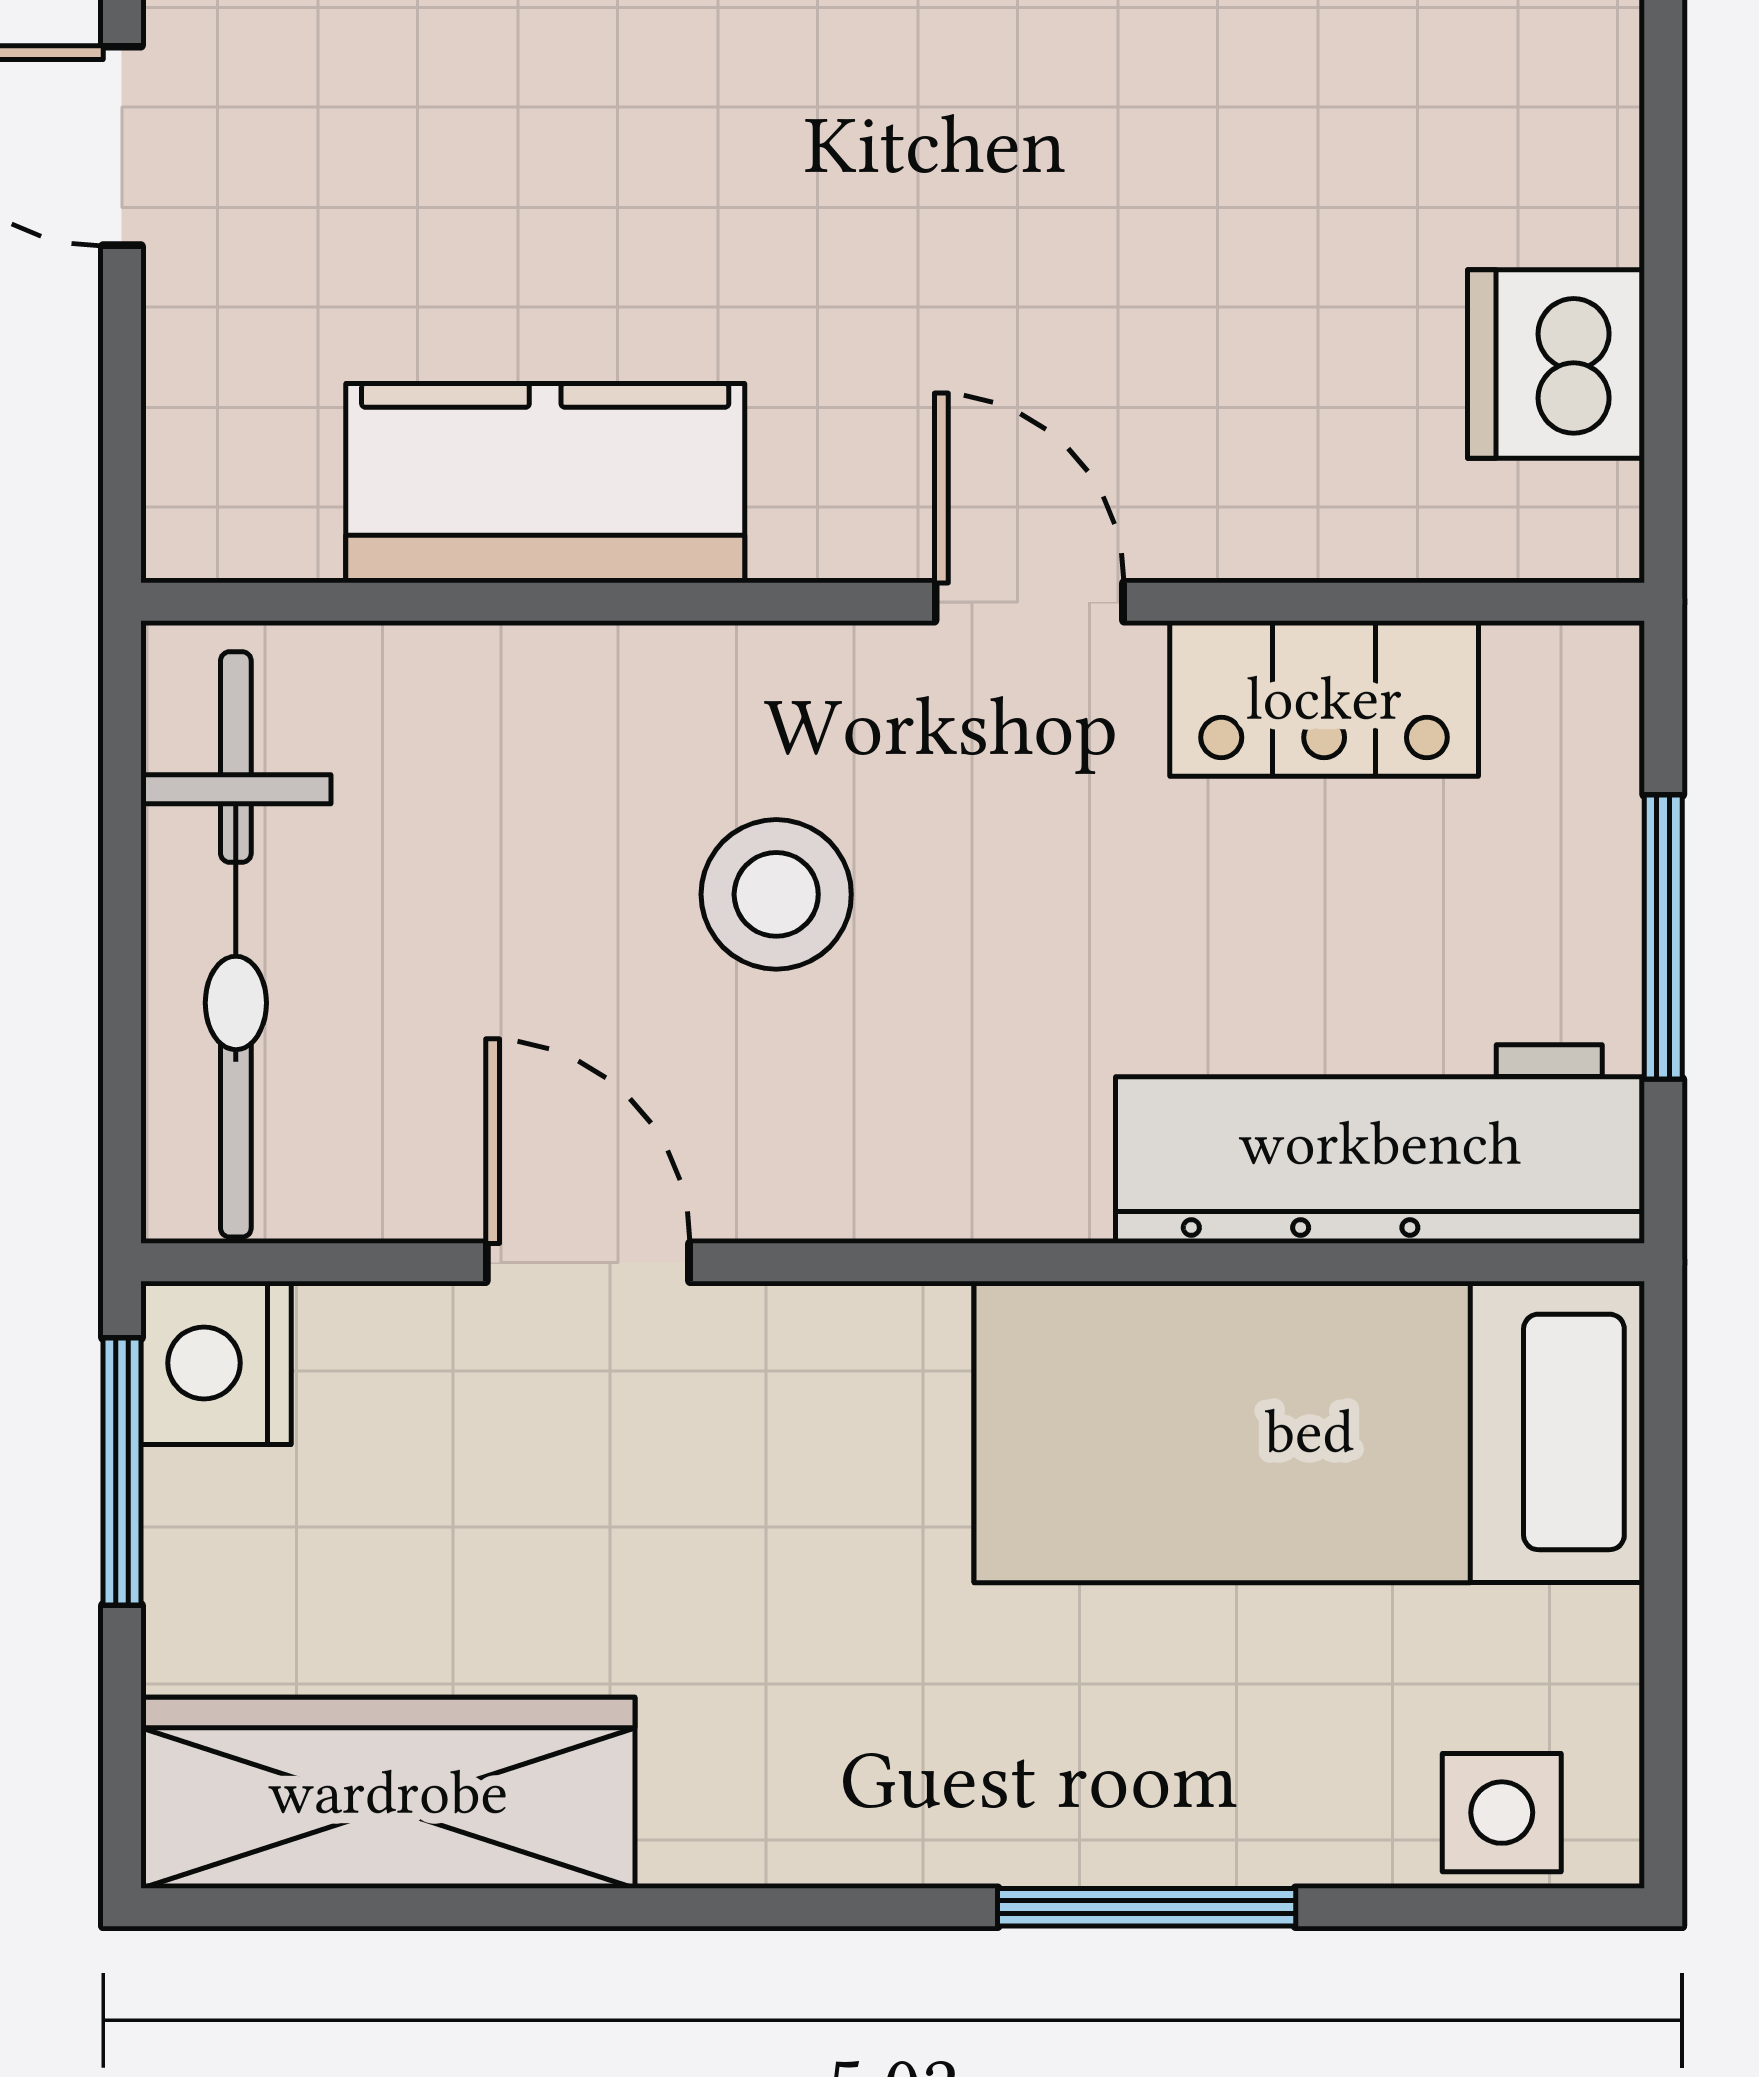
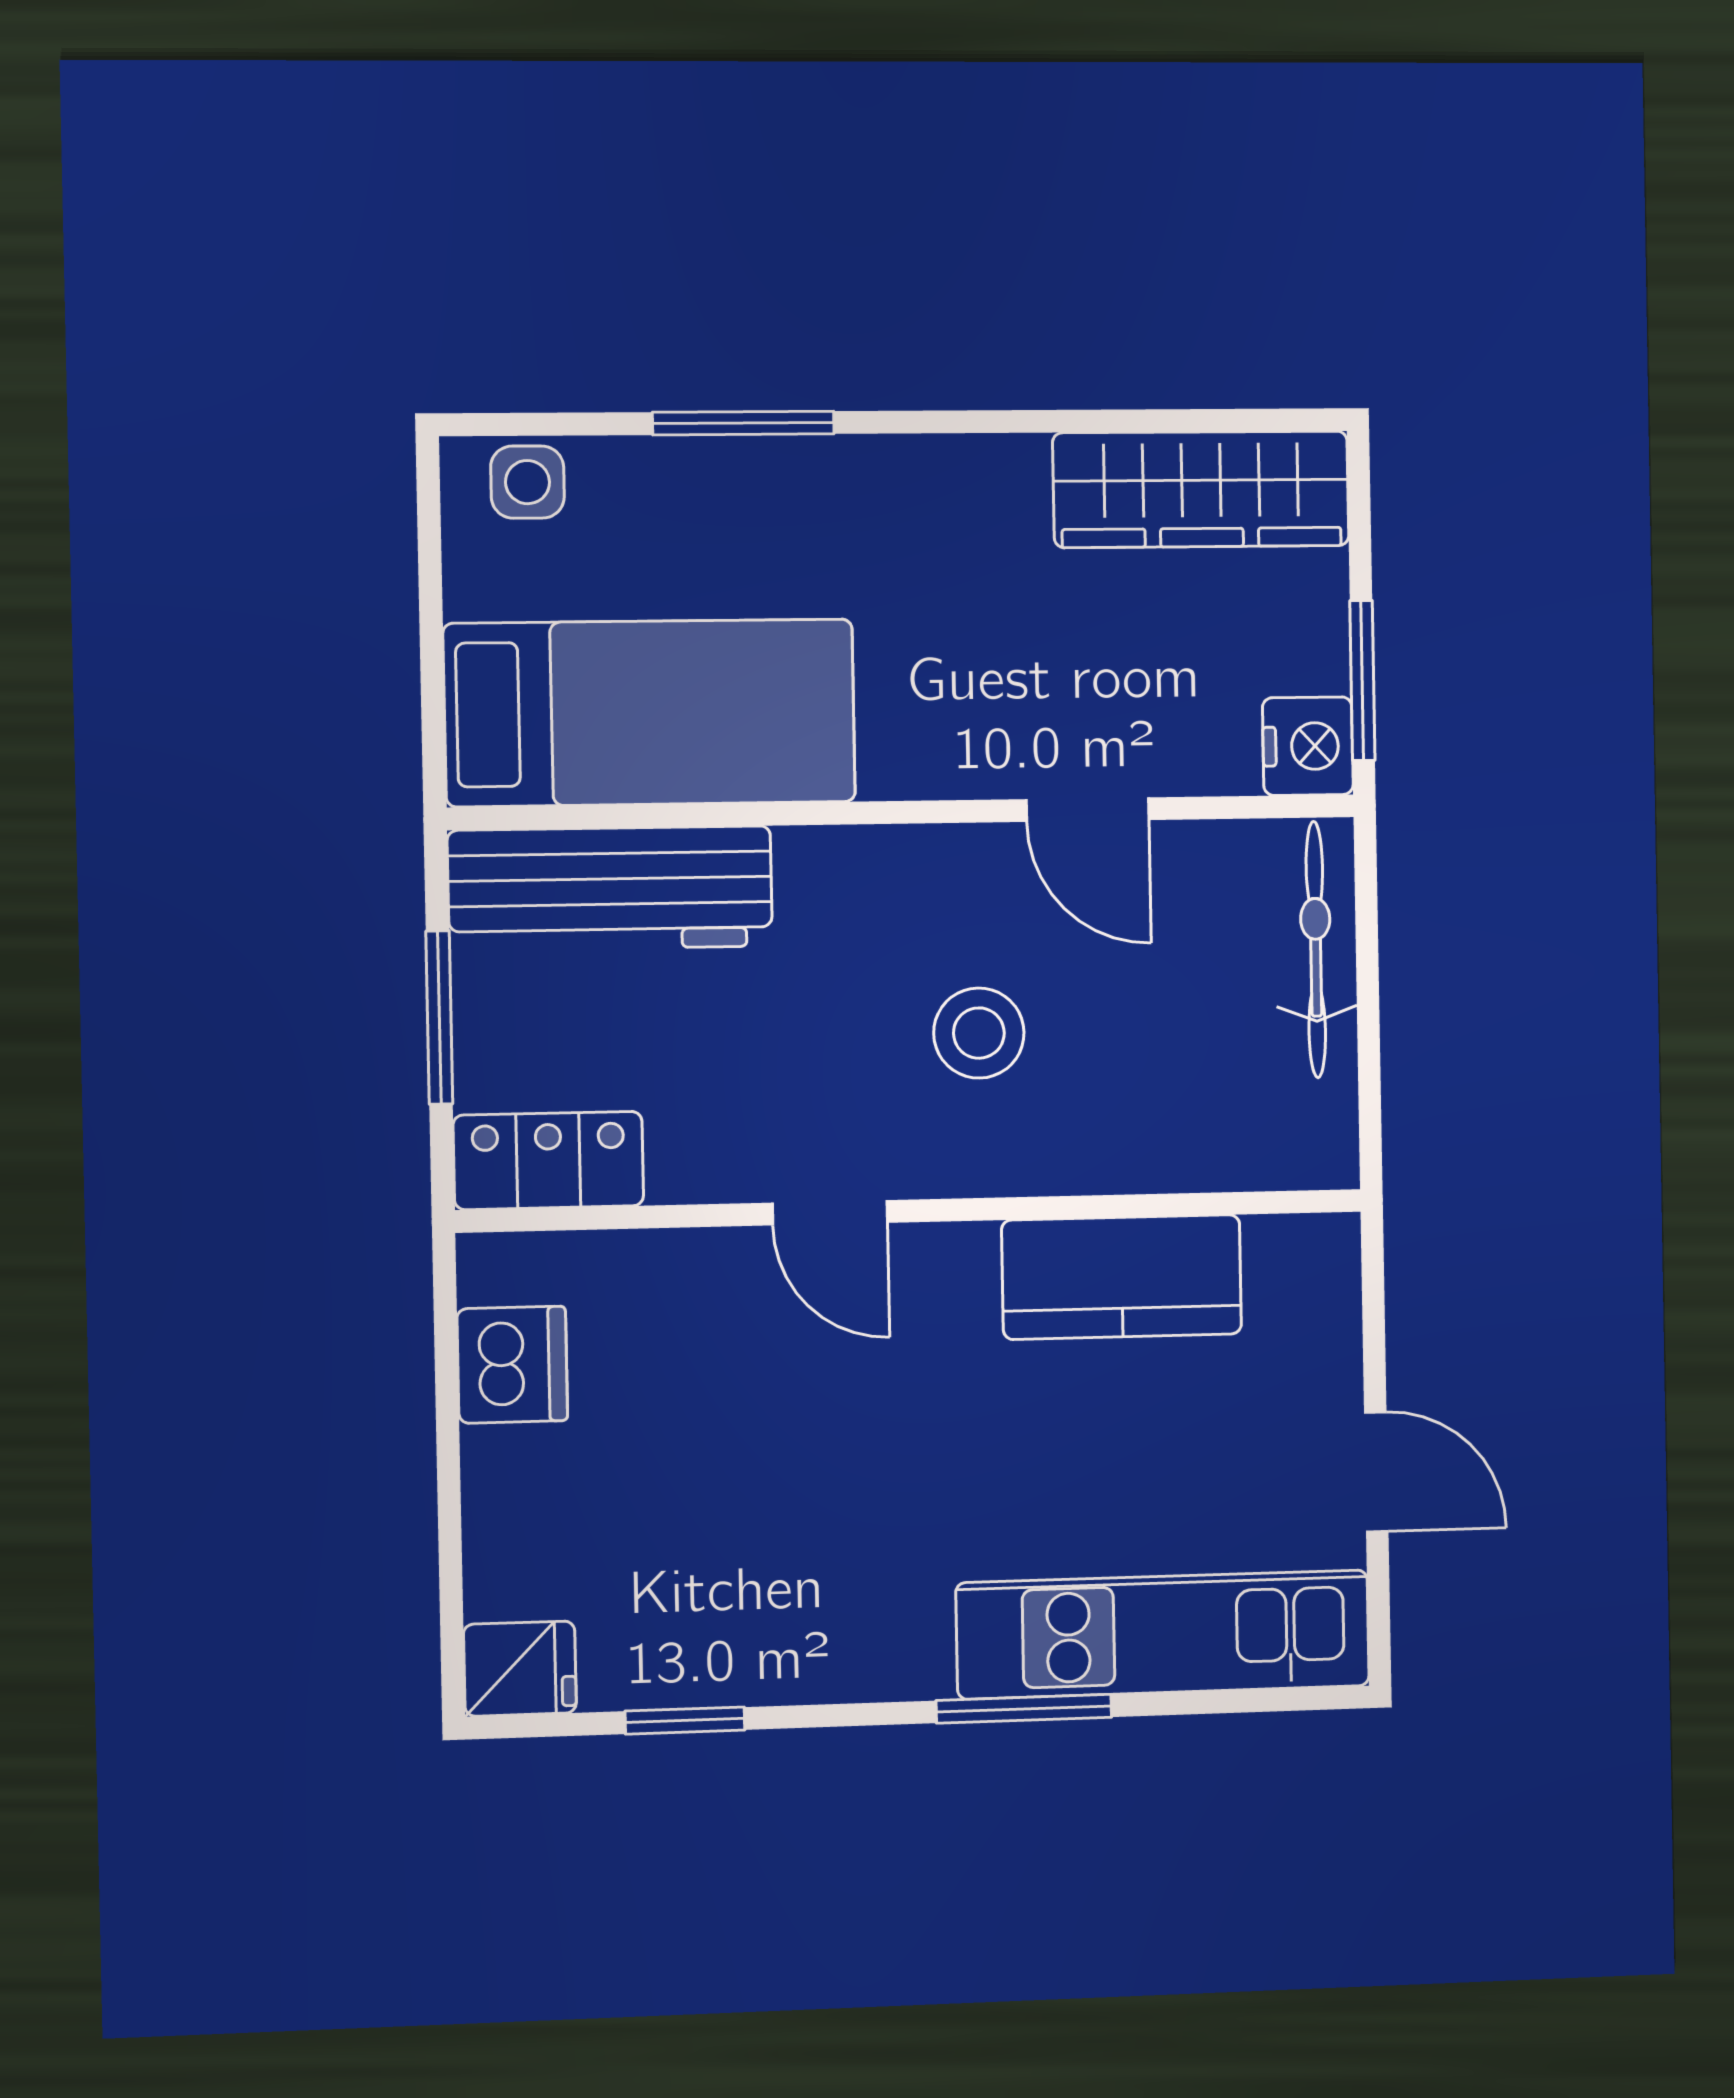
locker: (1324, 699) -> (548, 1160), moved
bicycle: (236, 944) -> (1316, 950), width x0.73, depth x0.71

